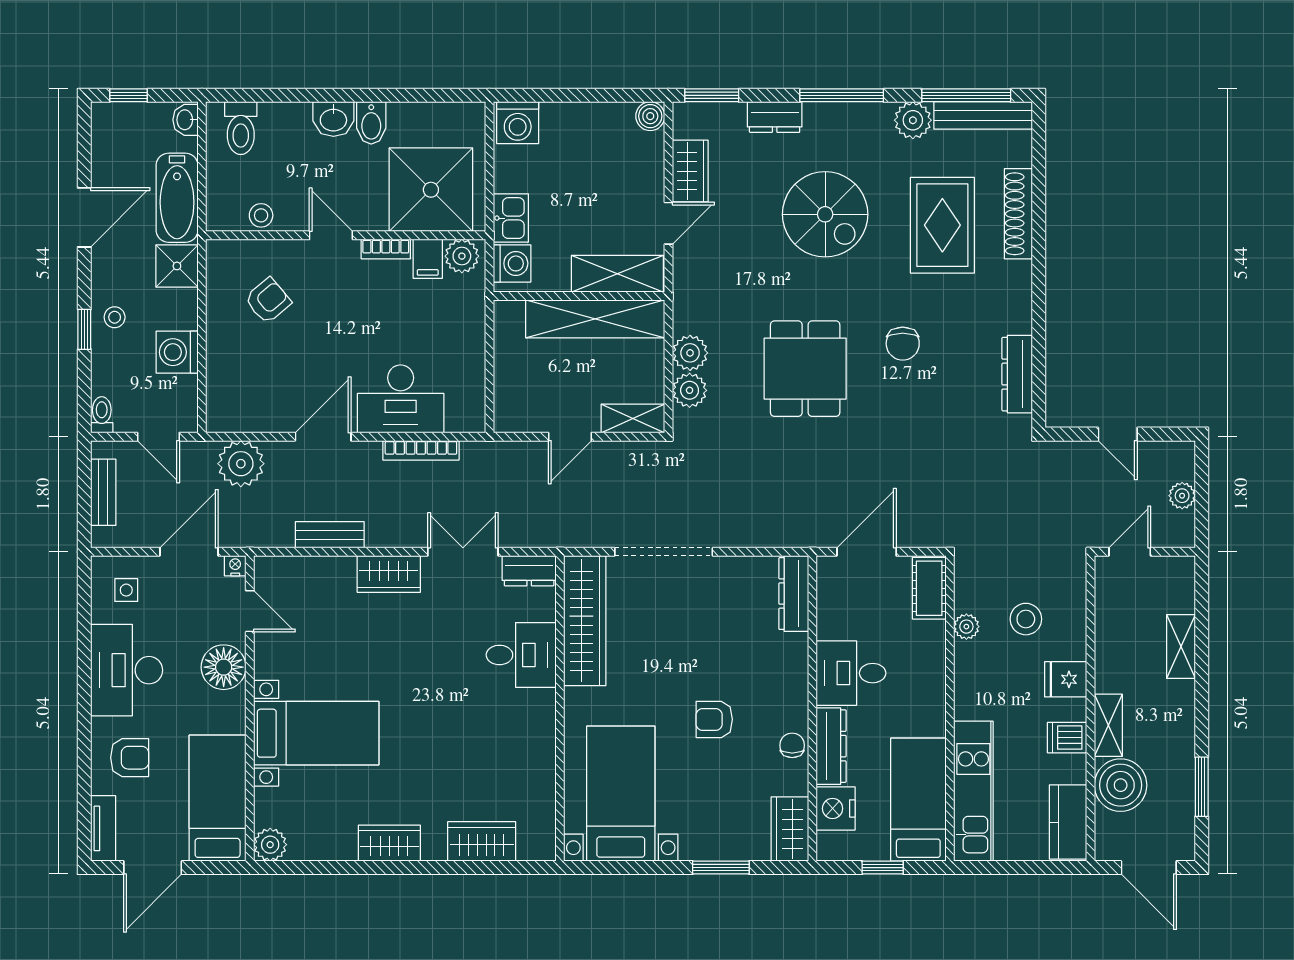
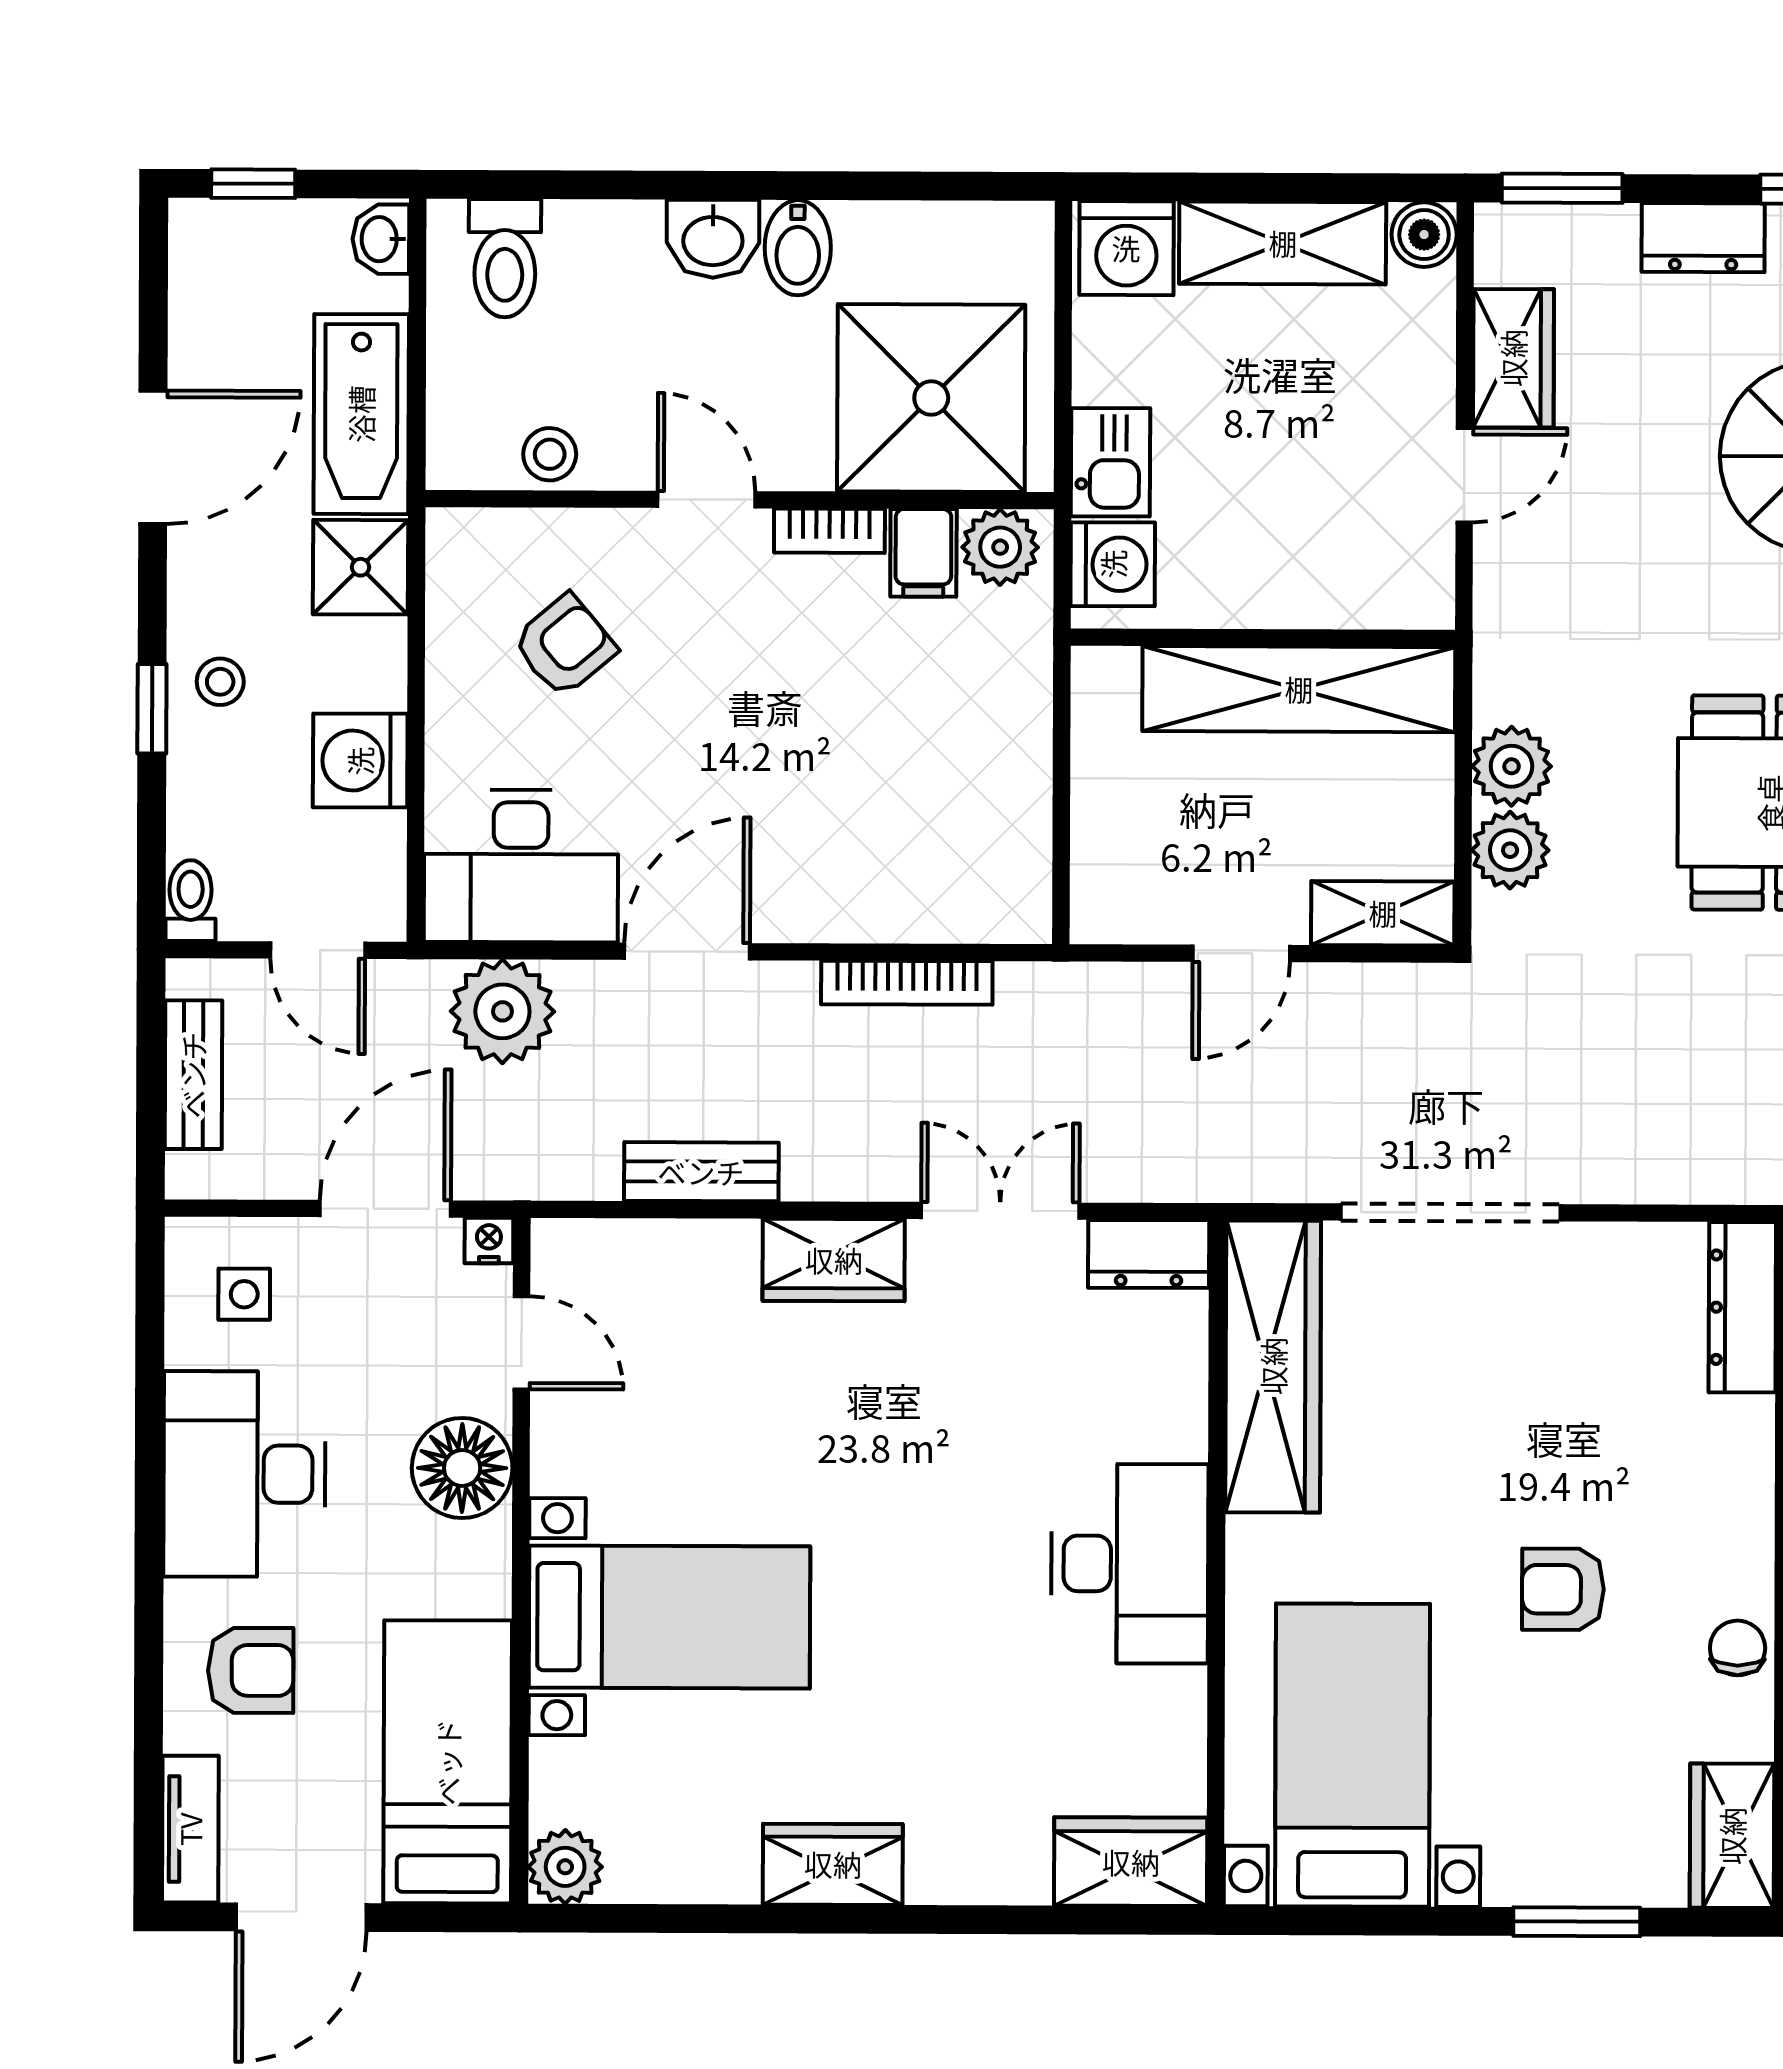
shelving: (617, 274) -> (1283, 243), moved
desk: (401, 399) -> (521, 866), moved
desk: (521, 655) -> (1130, 1564), moved, width x1.37
wardrobe: (482, 841) -> (1131, 1862), moved

